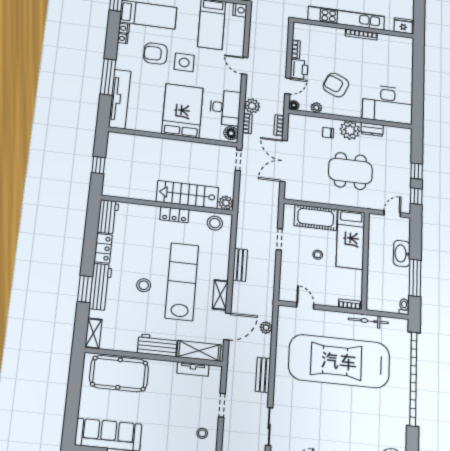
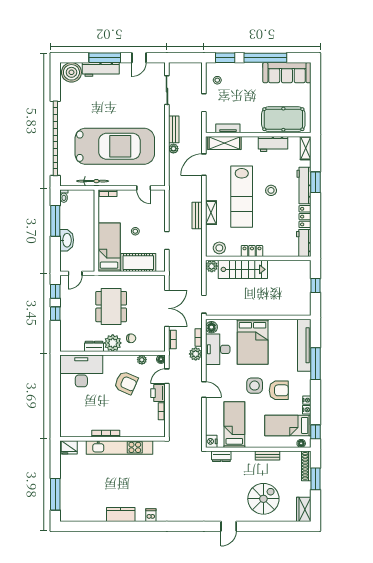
dining table: (350, 171) -> (111, 307), turned 90
shelving: (220, 295) -> (211, 213), moved
plant: (266, 328) -> (173, 149), moved
workbench: (157, 345) -> (273, 144), moved

